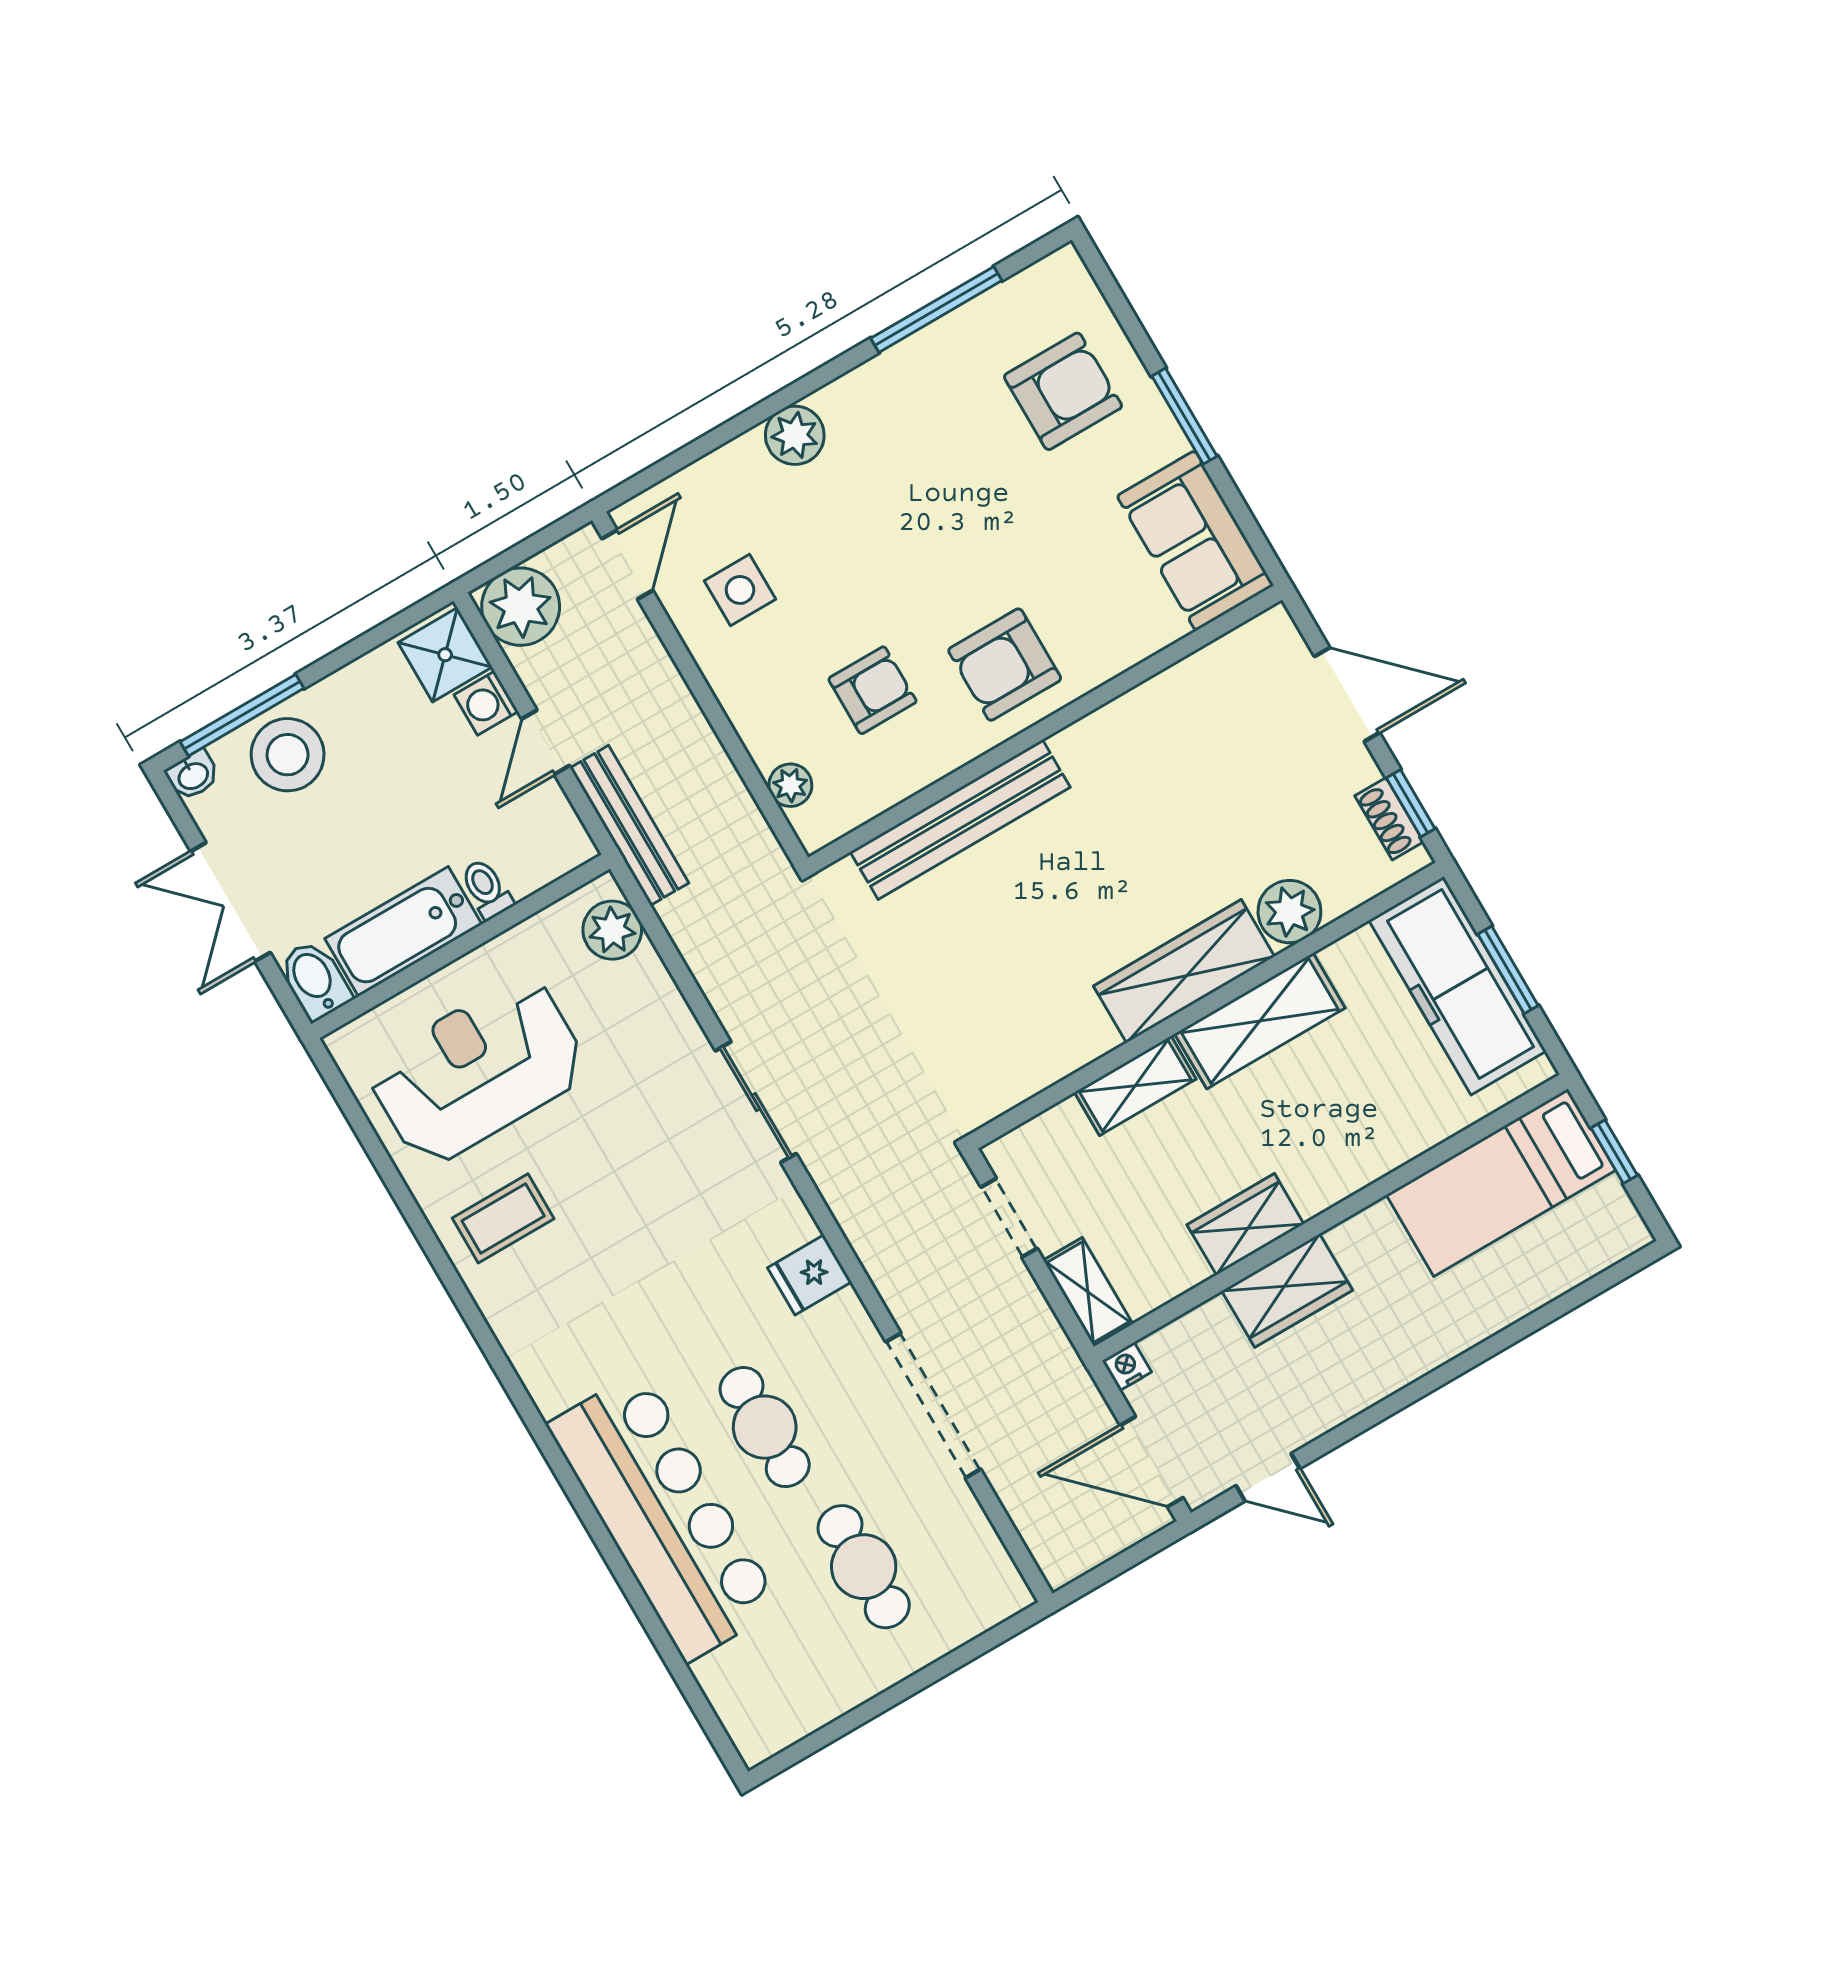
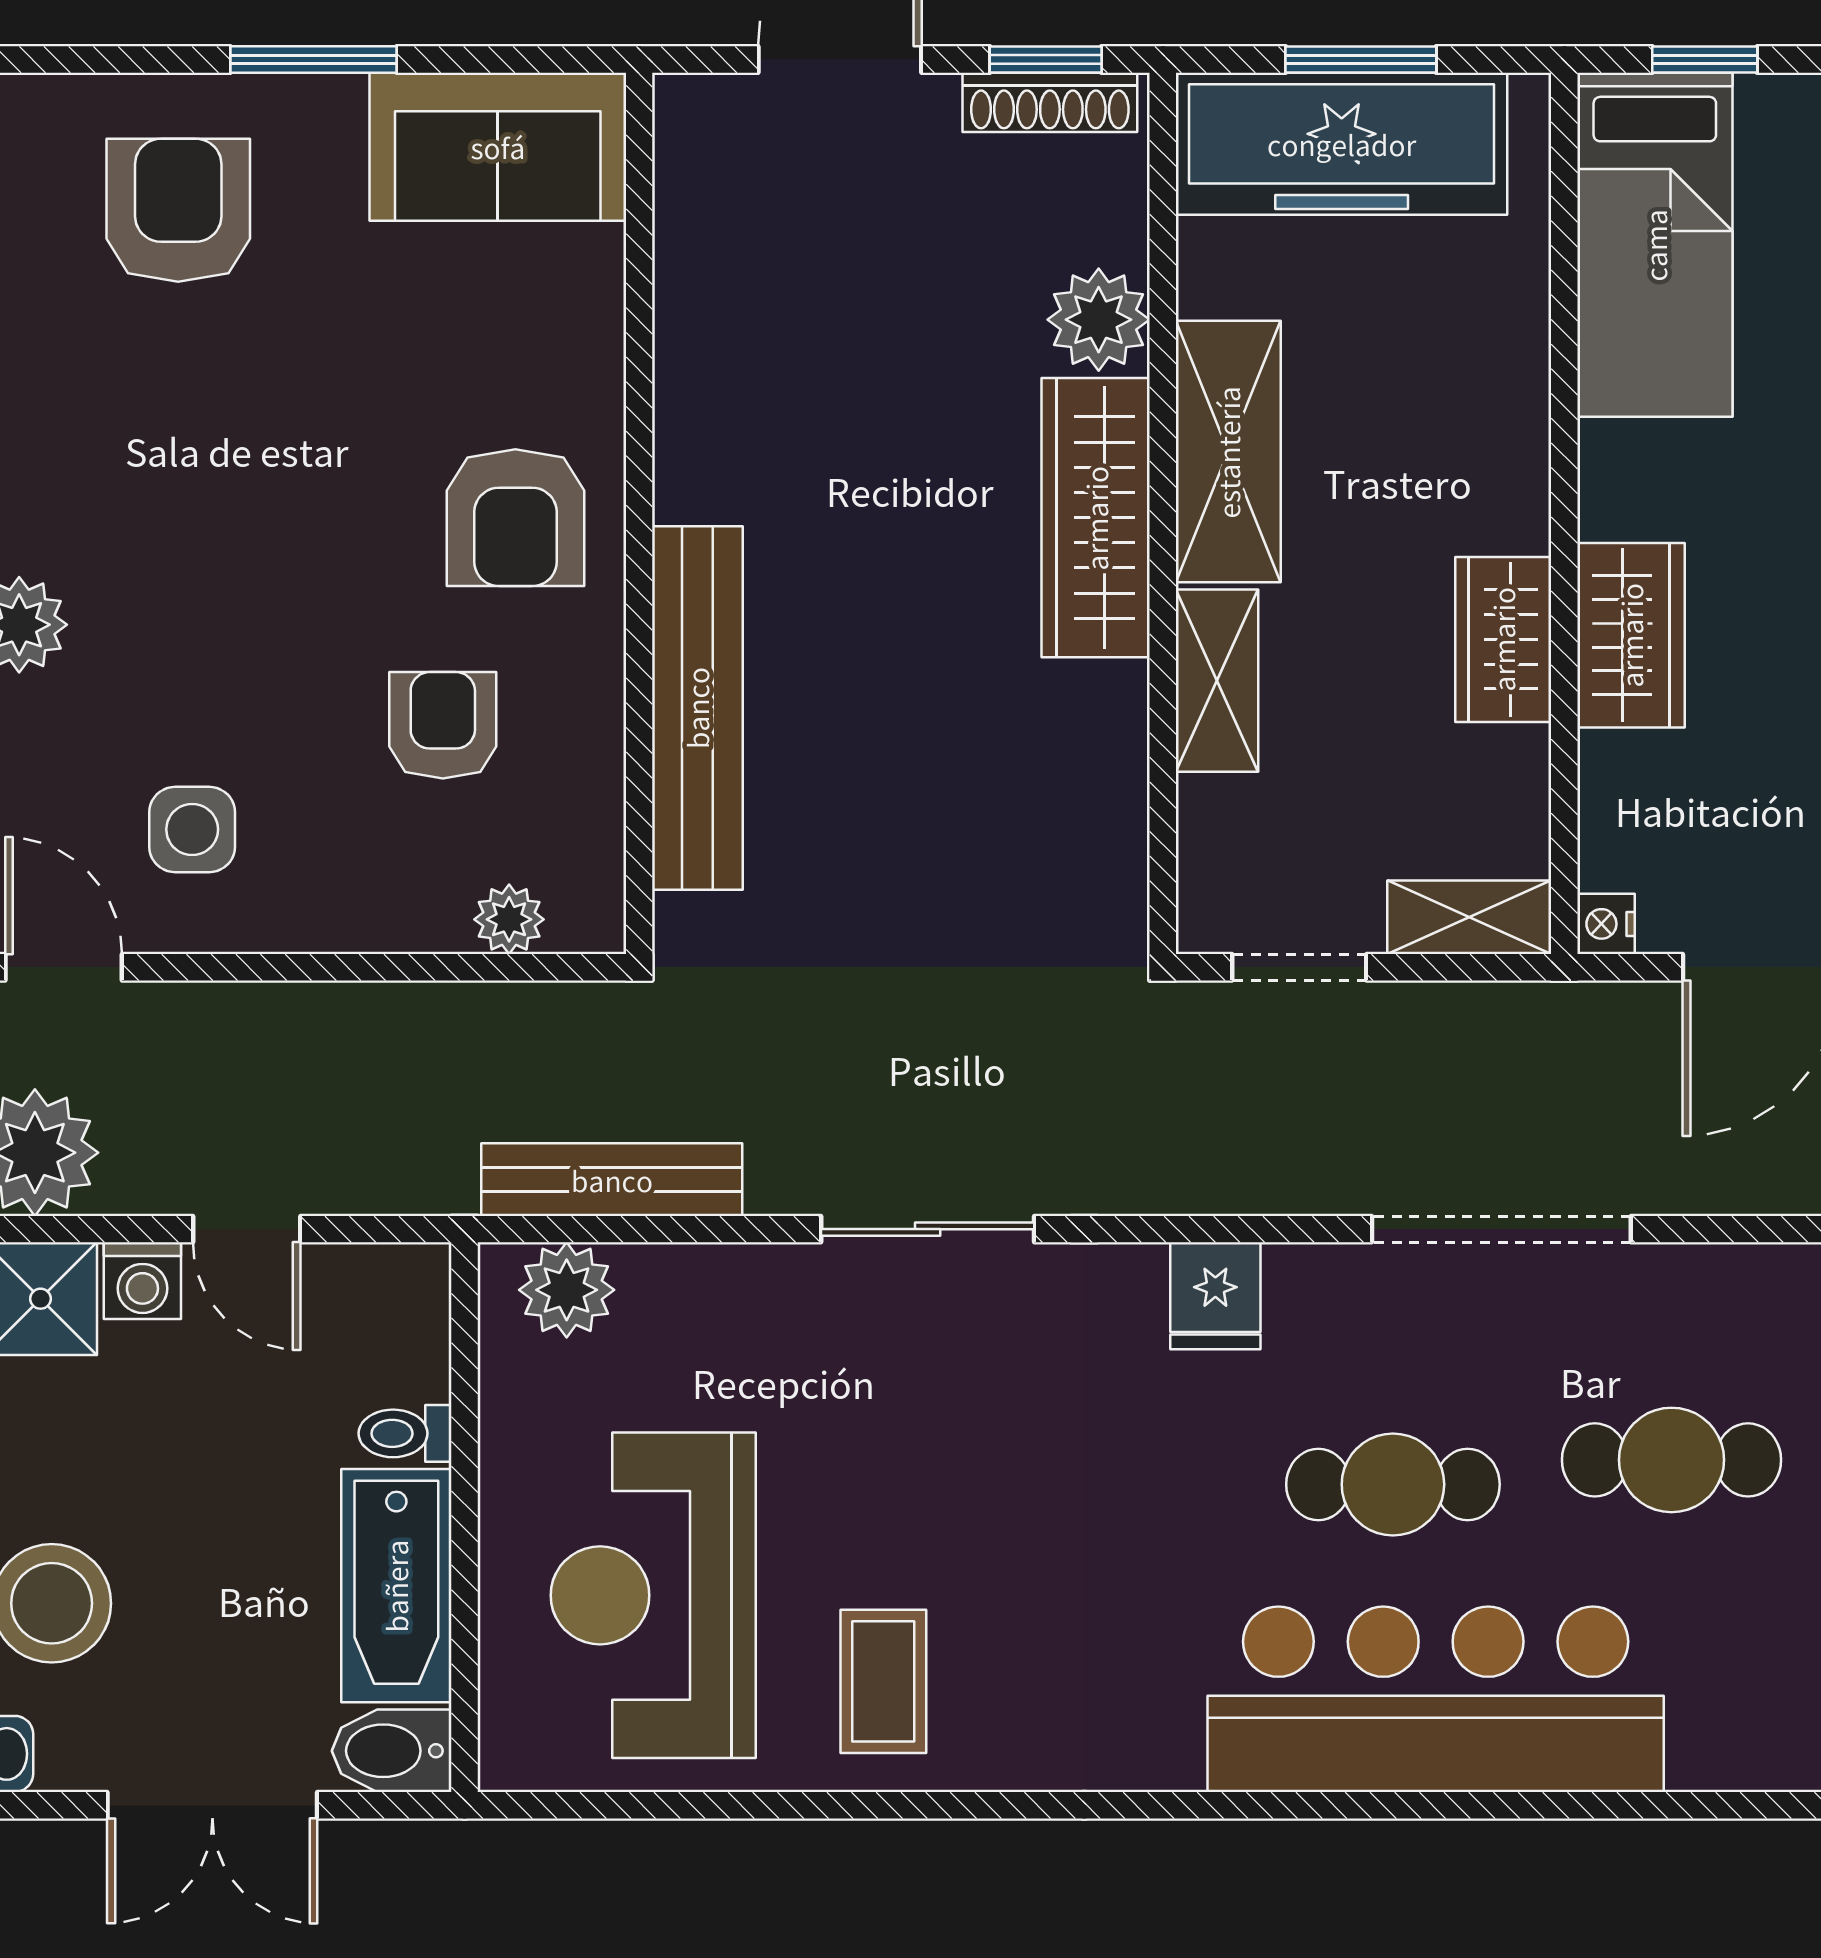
shoe rack: (1389, 819) -> (1050, 102), width x1.43
bench: (629, 825) -> (612, 1180), moved

